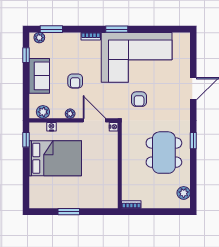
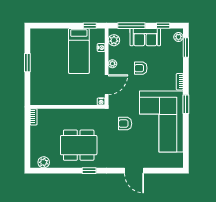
window: (26, 92) -> (131, 26), added
bed: (55, 158) -> (79, 51), width x0.67

